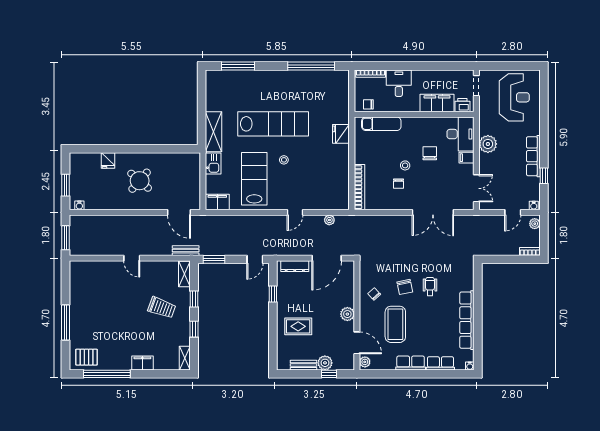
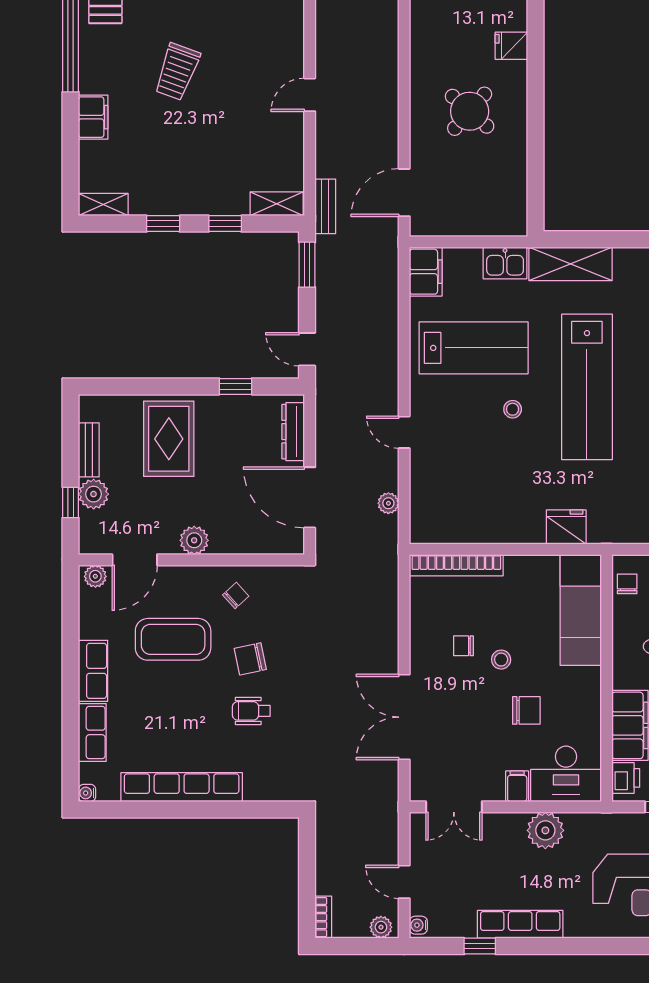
exam couch: (381, 124) -> (581, 610), width x1.36, depth x1.45
wheelchair: (430, 286) -> (251, 711), turned 180
trolley: (162, 308) -> (177, 72), moved
rug: (298, 326) -> (169, 439), width x1.36, depth x1.43

